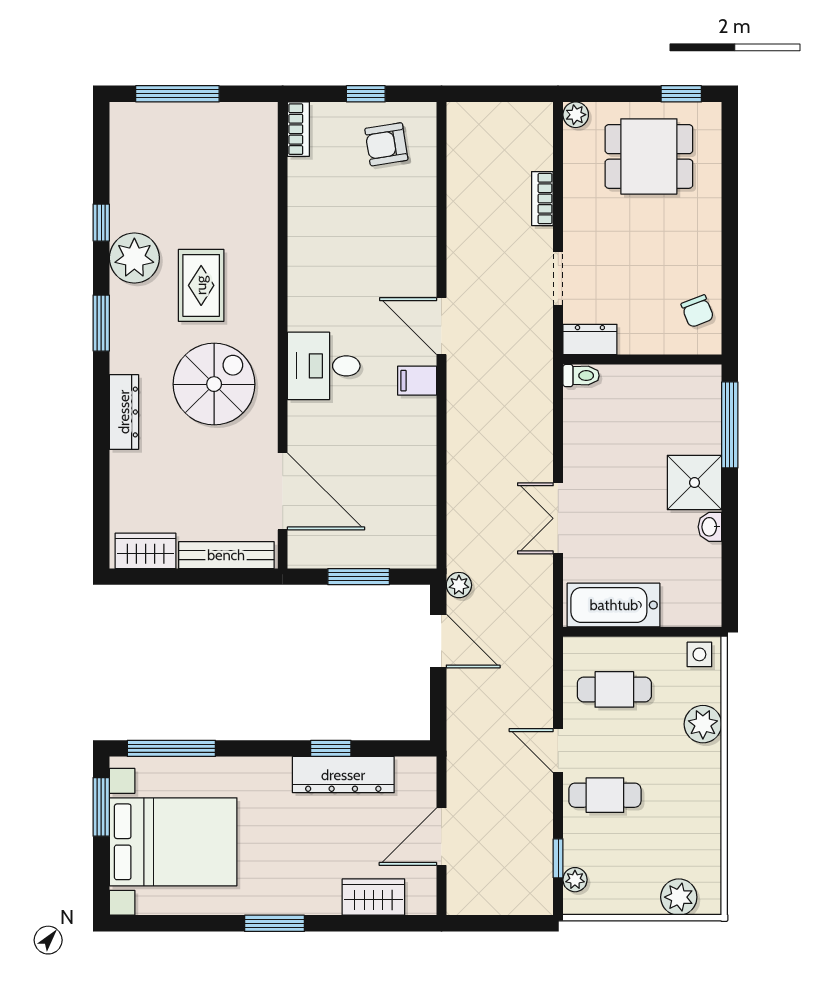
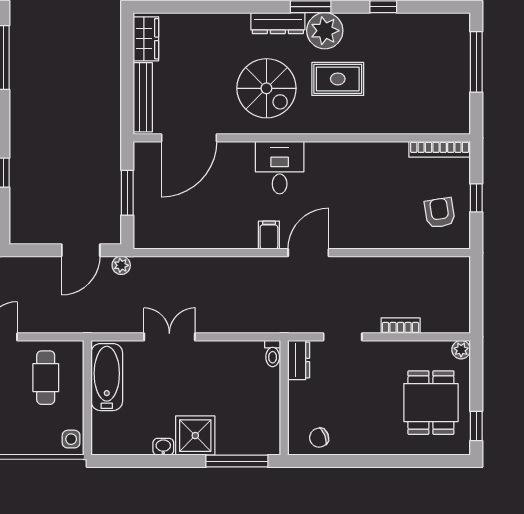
bookcase: (298, 129) -> (440, 149), width x1.56
plant: (134, 258) -> (325, 31), moved
dresser: (124, 412) -> (278, 23), moved
plant: (703, 724) -> (21, 442), removed

